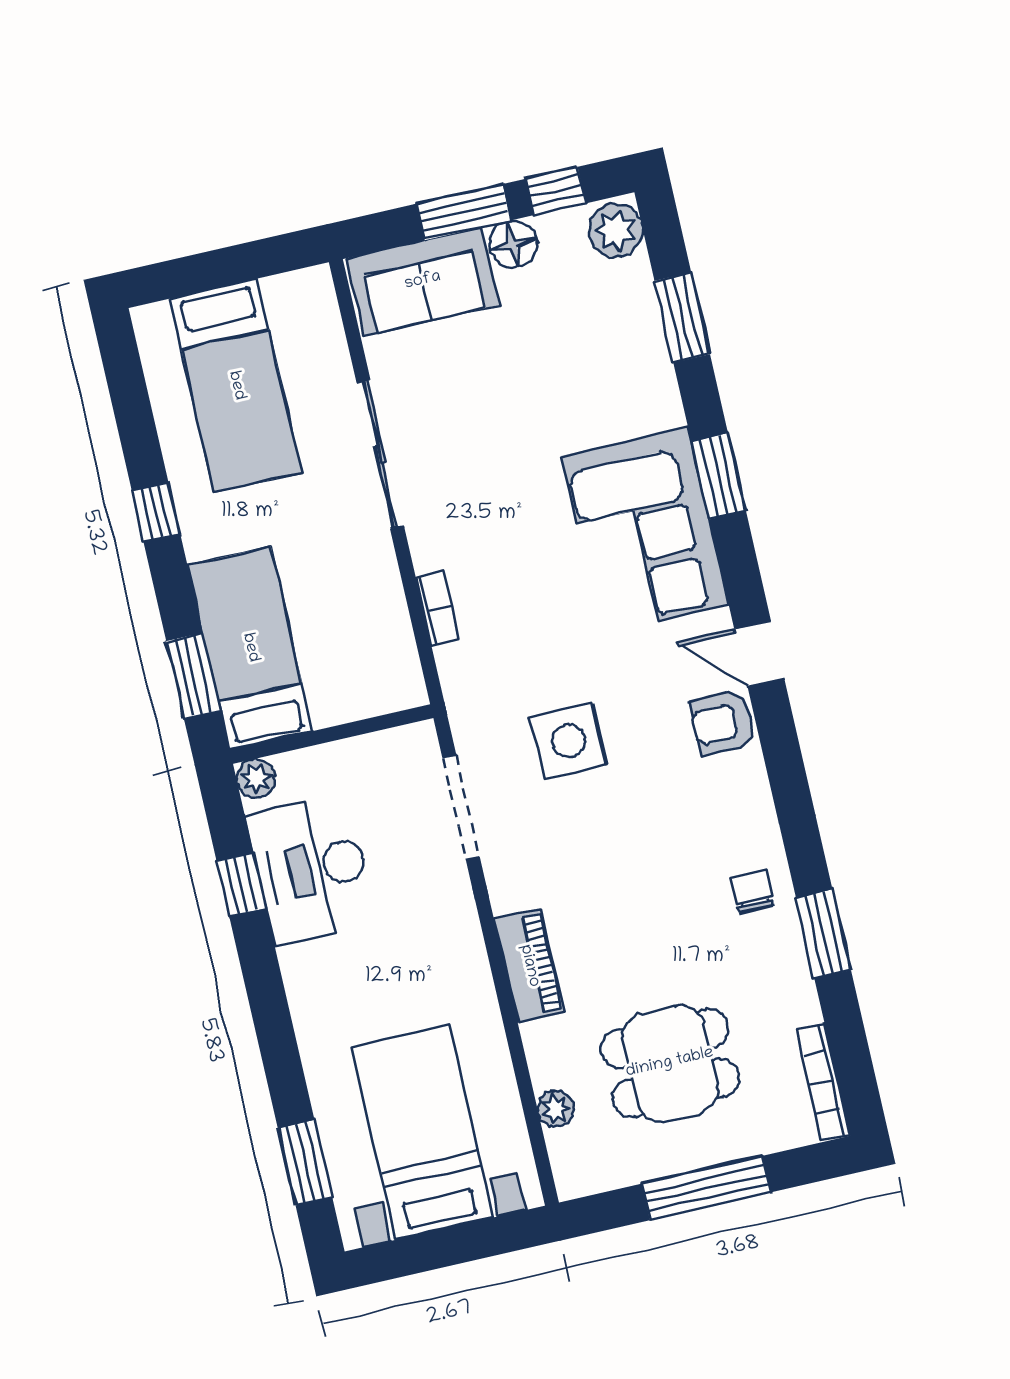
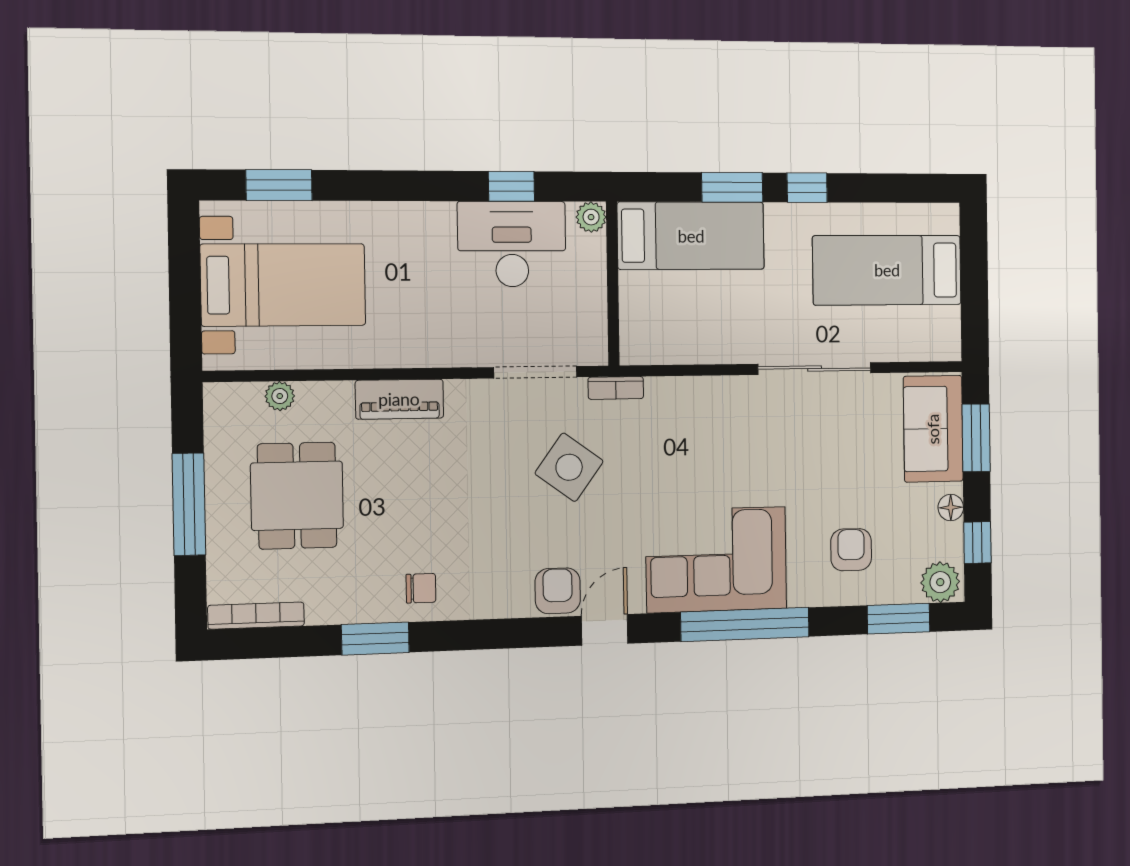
window: (464, 212) -> (976, 438), moved
floor lamp: (513, 244) -> (951, 508), width x0.73, depth x0.73
window: (682, 317) -> (899, 619), moved
armchair: (598, 358) -> (851, 550), added
window: (719, 476) -> (745, 624), width x2.11
bookcase: (437, 609) -> (616, 388), moved
window: (194, 676) -> (732, 187), moved
side table: (568, 741) -> (569, 467), turned 36

